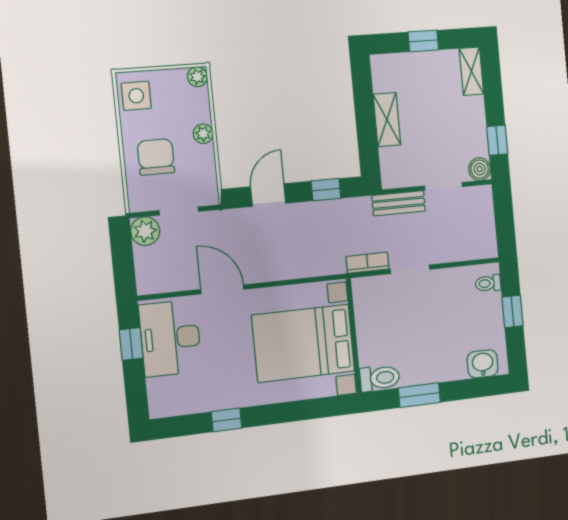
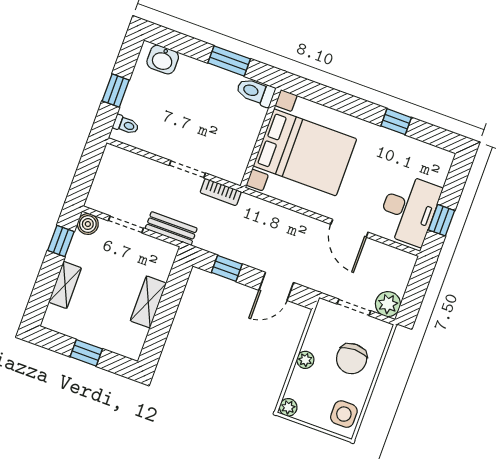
shelving: (471, 71) -> (65, 285), moved

